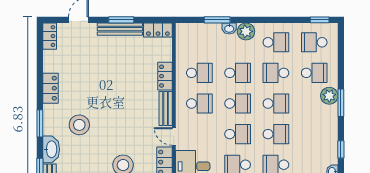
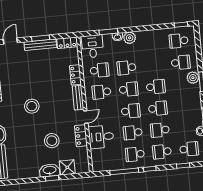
desk: (193, 38) -> (92, 46), added
school desk: (276, 42) -> (152, 43), removed
school desk: (238, 73) -> (127, 68), turned 180
school desk: (276, 73) -> (154, 65), removed
school desk: (199, 103) -> (102, 92), turned 180
stool: (79, 125) -> (32, 106), moved
door: (174, 136) -> (86, 117), swing flipped

